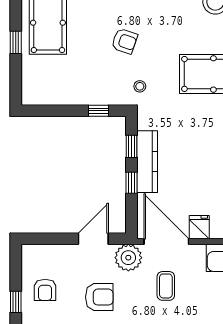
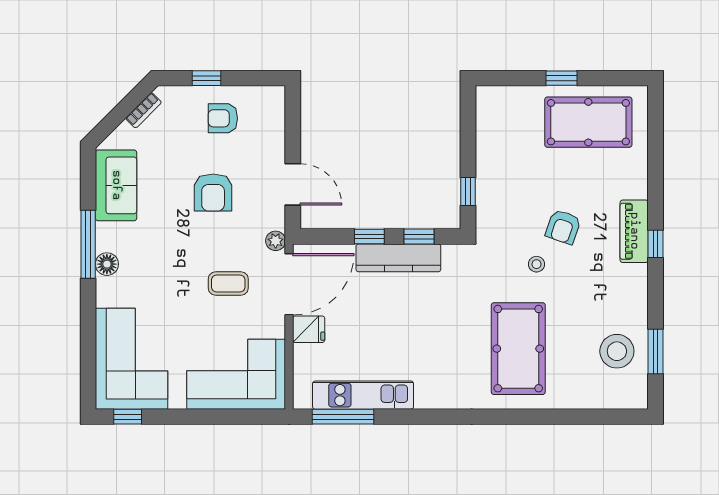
stool: (140, 86) -> (537, 264), moved
plant: (128, 258) -> (276, 241), width x0.53, depth x0.53

